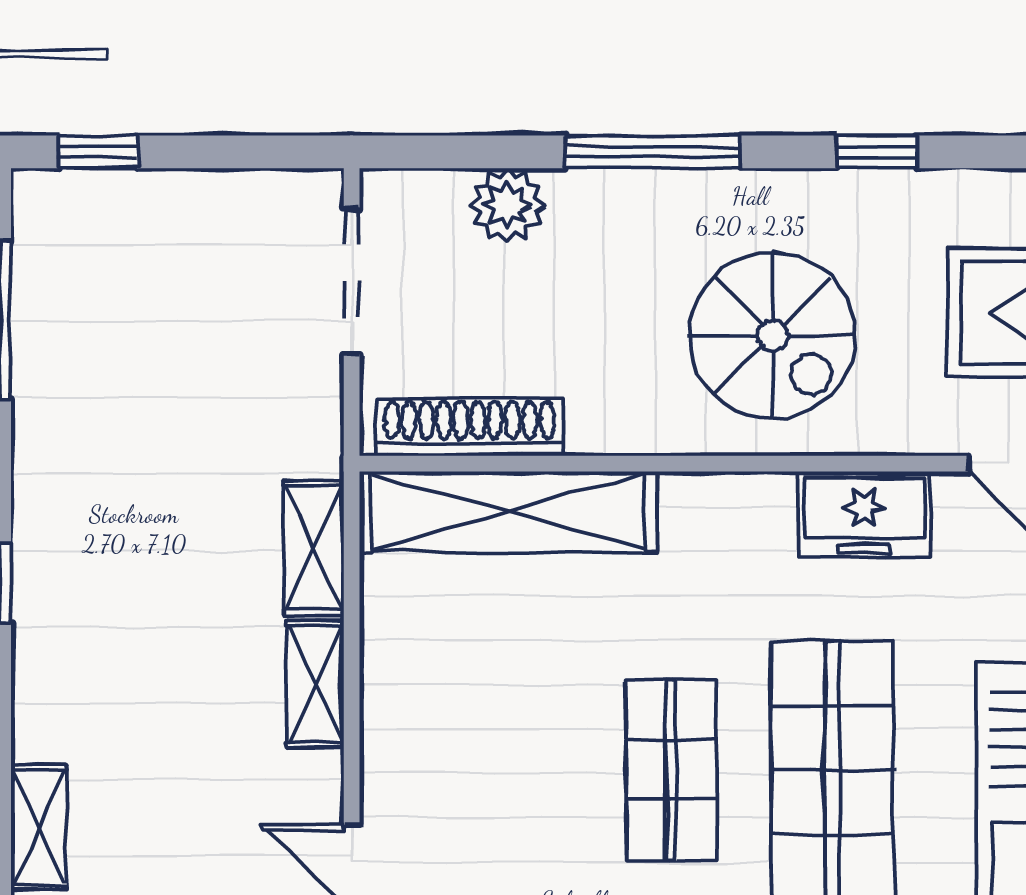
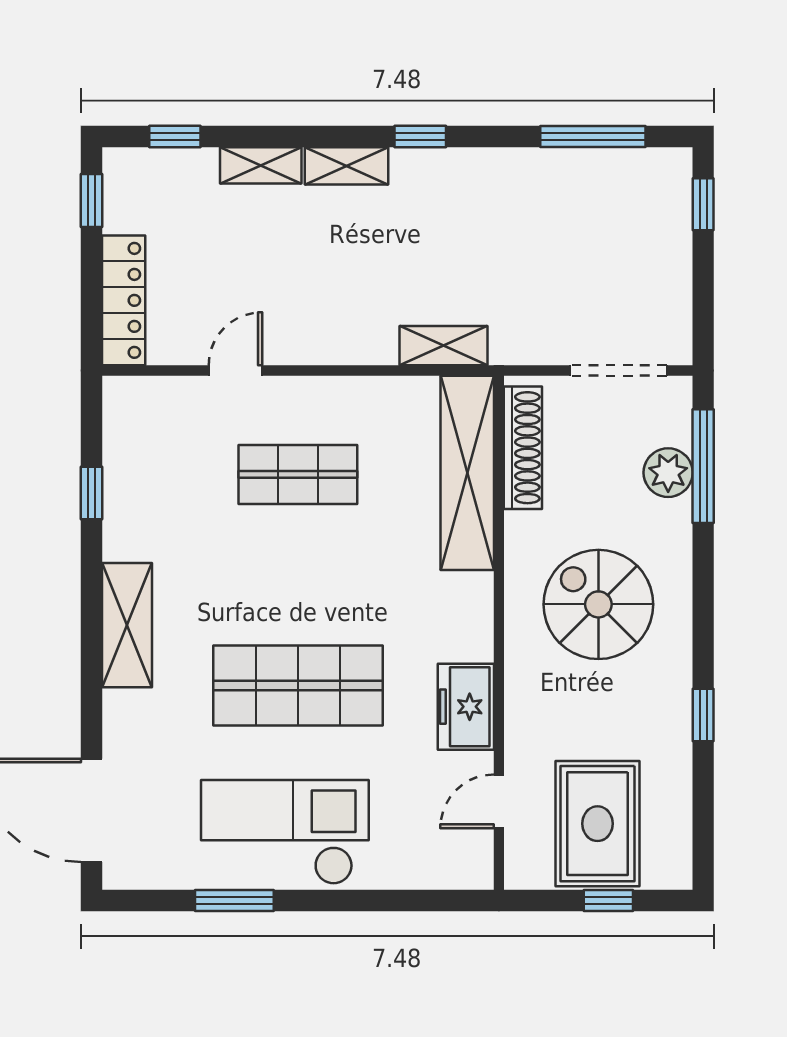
window: (653, 152) -> (703, 466), moved
spiral stairs: (773, 336) -> (598, 604), moved, turned 90
shelving: (315, 684) -> (346, 166), moved
shop shelf: (671, 770) -> (298, 474), moved

